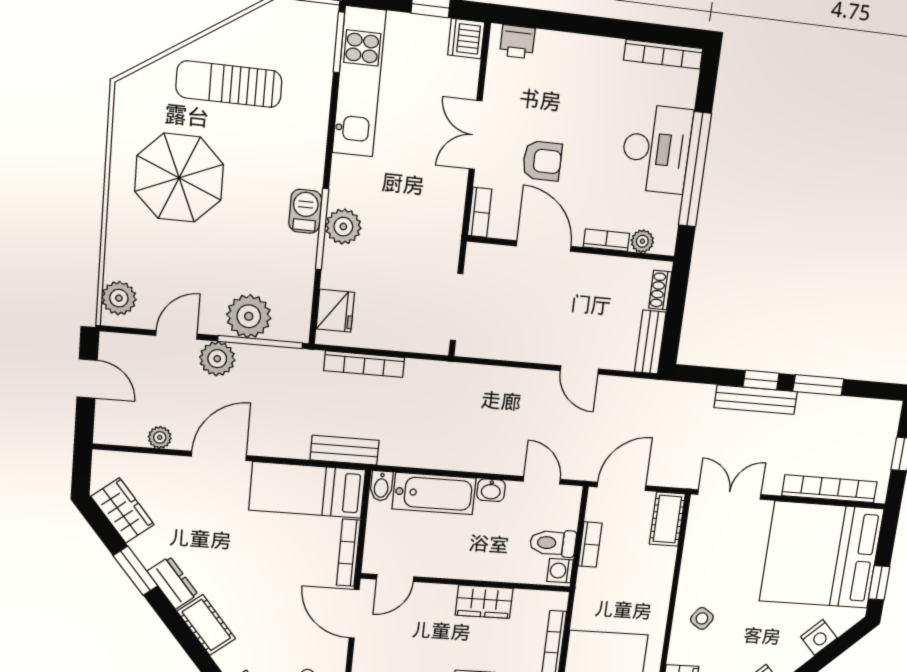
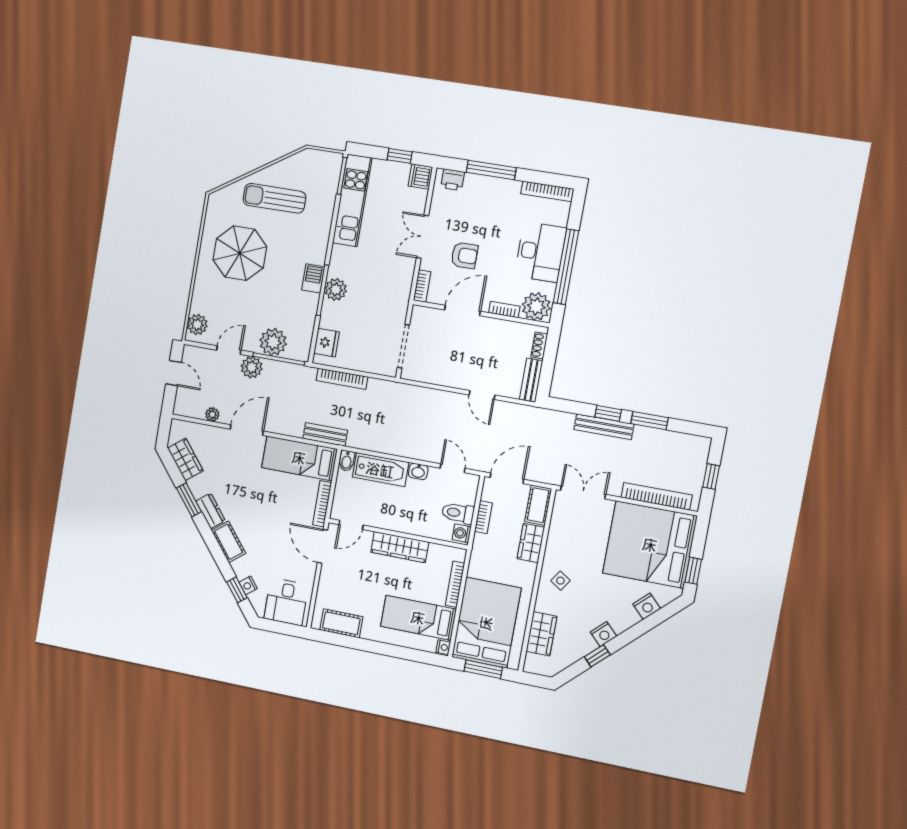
window: (577, 24) -> (491, 170), added
plant: (642, 241) -> (536, 306), width x1.88, depth x1.88
door: (544, 246) -> (462, 311), hinge flipped
wardrobe: (659, 572) -> (531, 543), added
wardrobe: (484, 602) -> (400, 547), width x1.50

